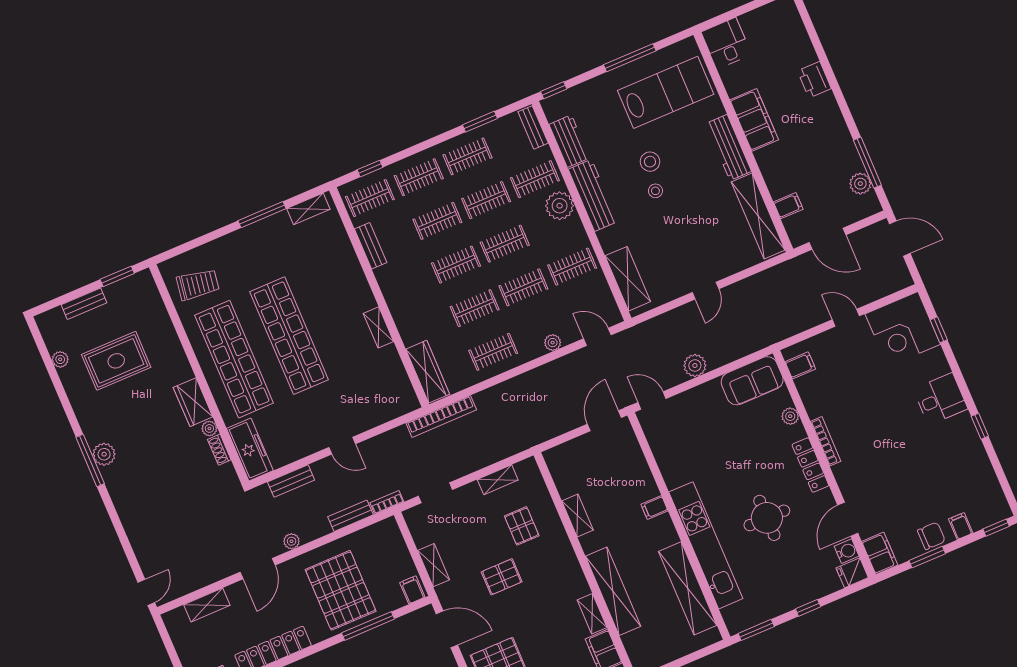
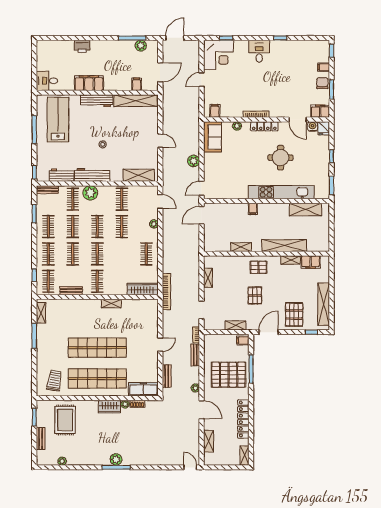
stool: (650, 162) -> (88, 141), removed
clothes rail: (475, 308) -> (97, 281), moved
door: (597, 337) -> (160, 201), swing flipped
rug: (116, 361) -> (65, 420), moved
door: (604, 421) -> (201, 215), hinge flipped
pallet: (522, 526) -> (258, 267), moved
shelving: (688, 588) -> (305, 210), width x0.68

